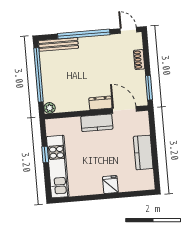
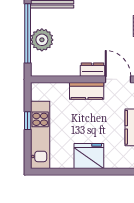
plant: (50, 108) -> (42, 40), moved, width x1.88, depth x1.88
fridge: (110, 185) -> (89, 156), width x1.88, depth x1.34

